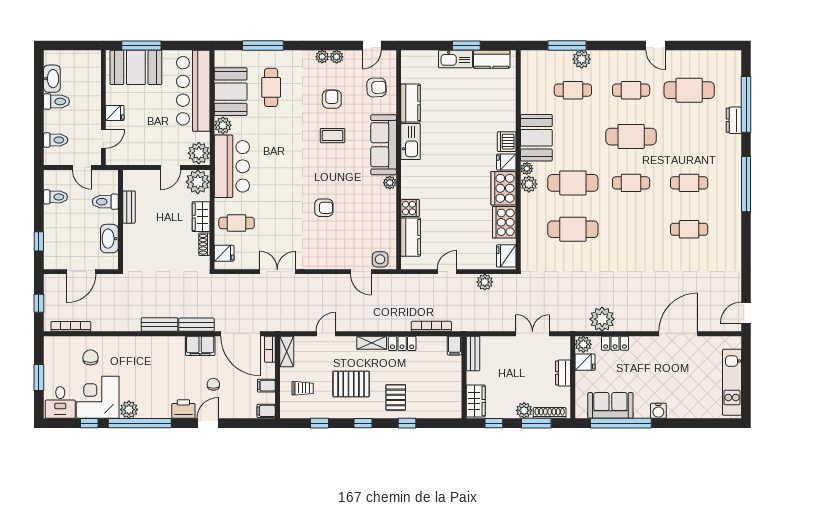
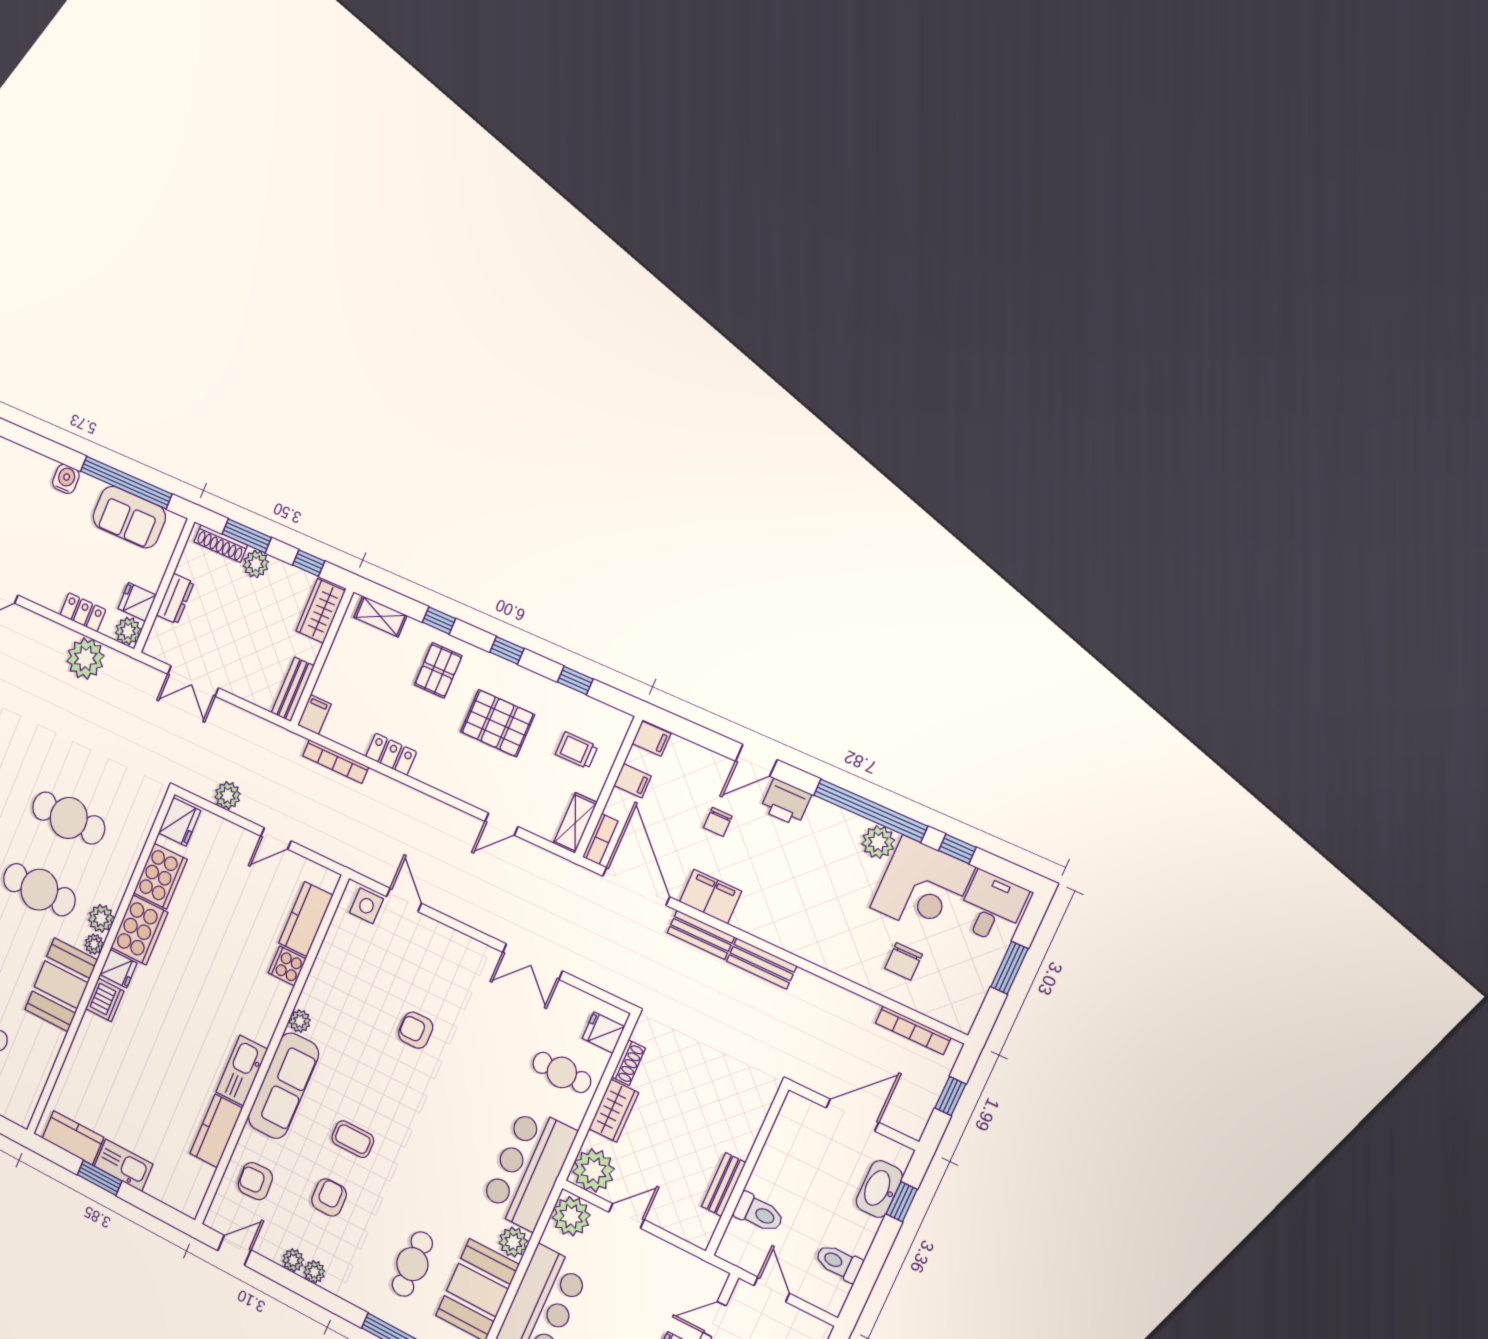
armchair: (332, 99) -> (329, 1197), turned 180
washbasin: (109, 239) -> (879, 1189), moved, turned 180
shelving: (372, 343) -> (380, 616), moved

